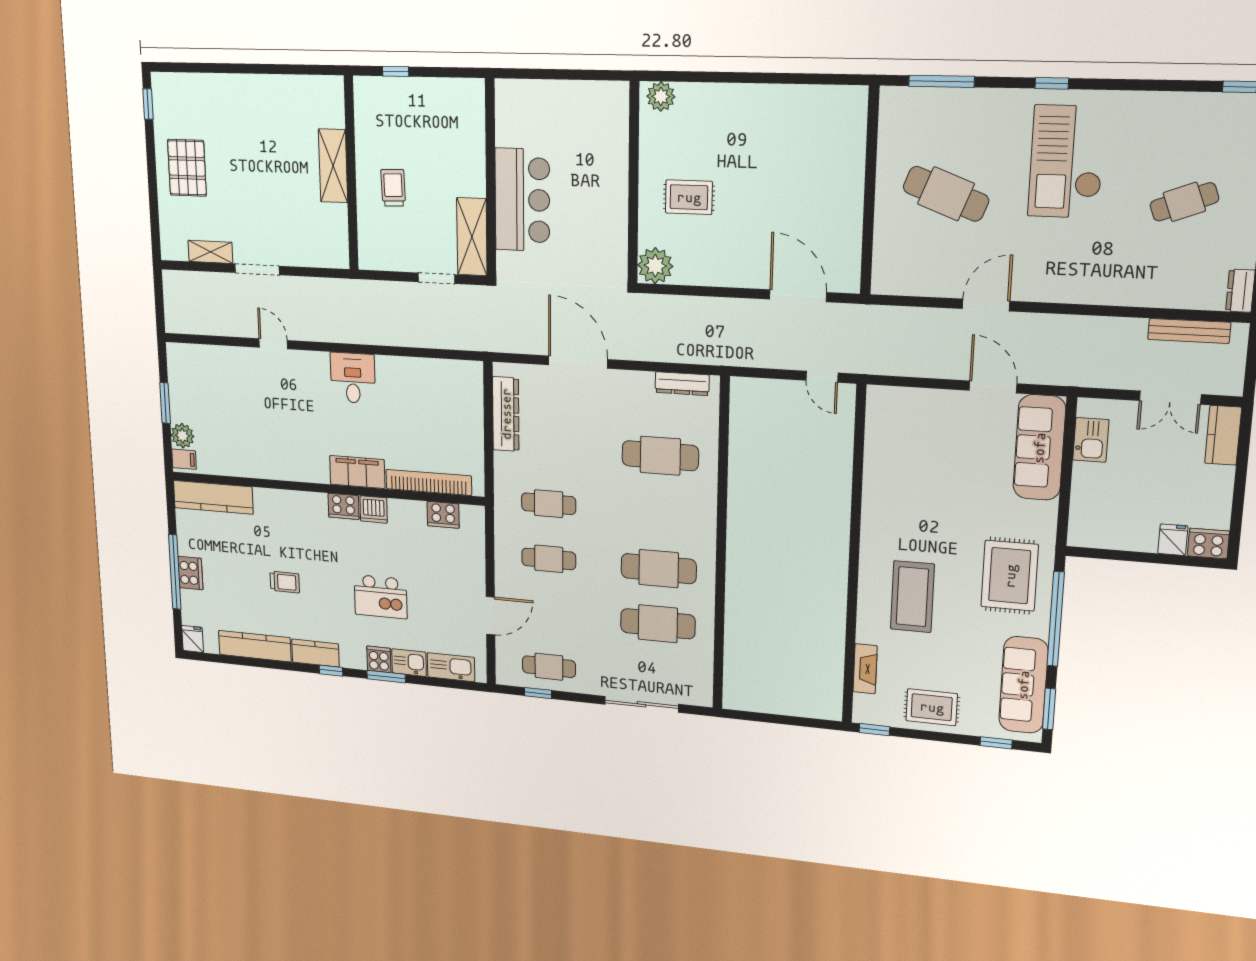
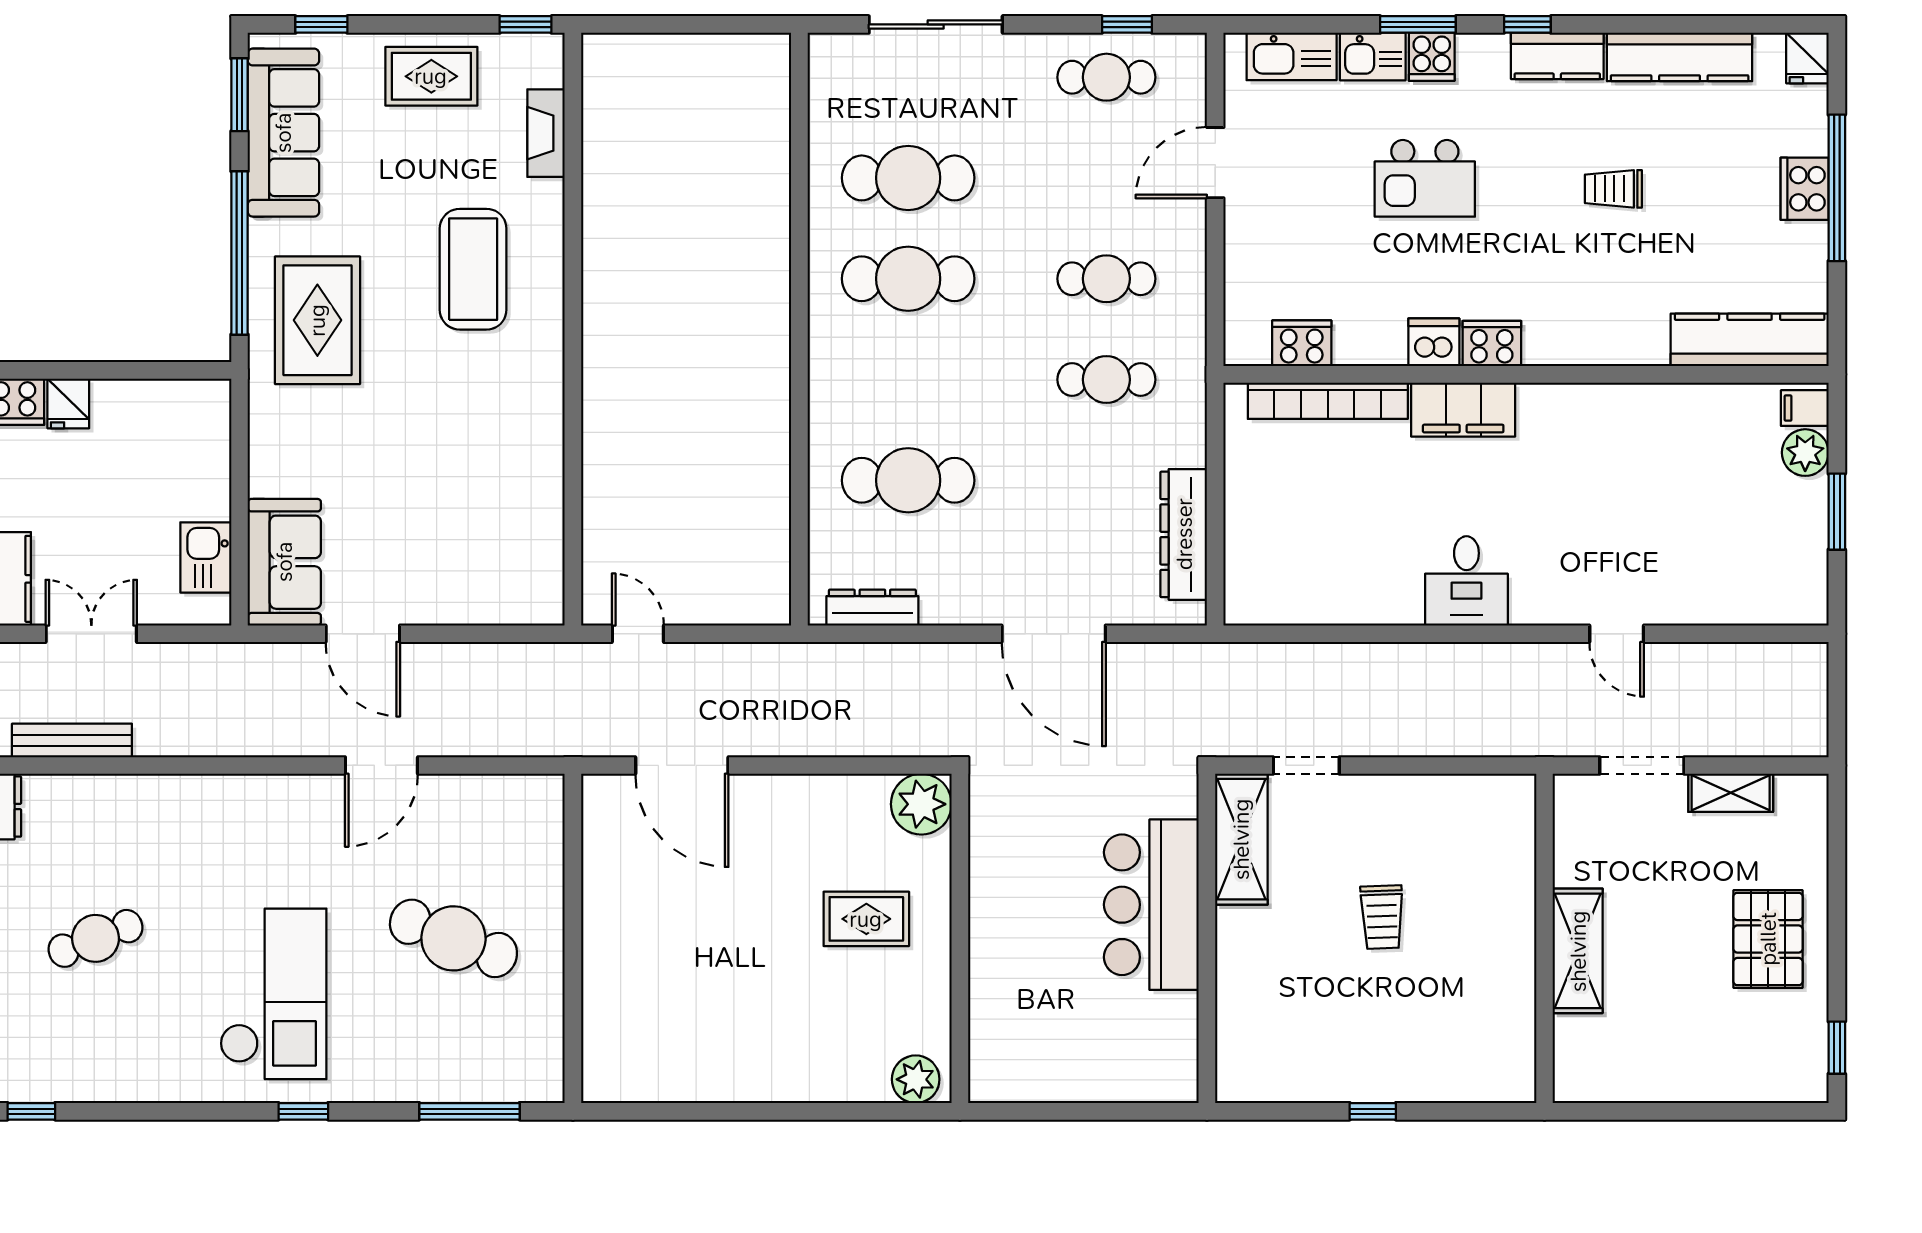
shelving: (333, 166) -> (1578, 951), moved
wall: (351, 174) -> (1545, 938), moved
sofa: (1039, 448) -> (284, 562), width x0.73
kitchen island: (381, 597) -> (1425, 178), turned 180

